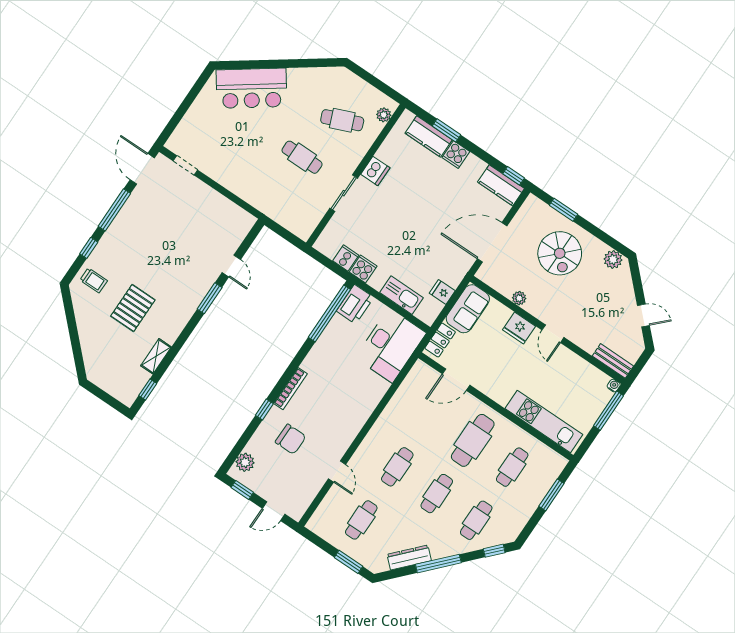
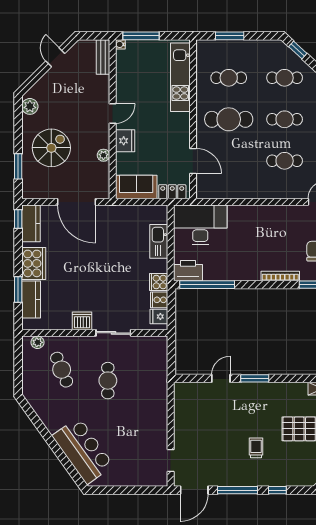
cooker: (456, 155) -> (34, 263), width x1.87, depth x1.31
trolley: (94, 280) -> (256, 448), moved
fridge: (442, 292) -> (159, 316), moved, turned 90

